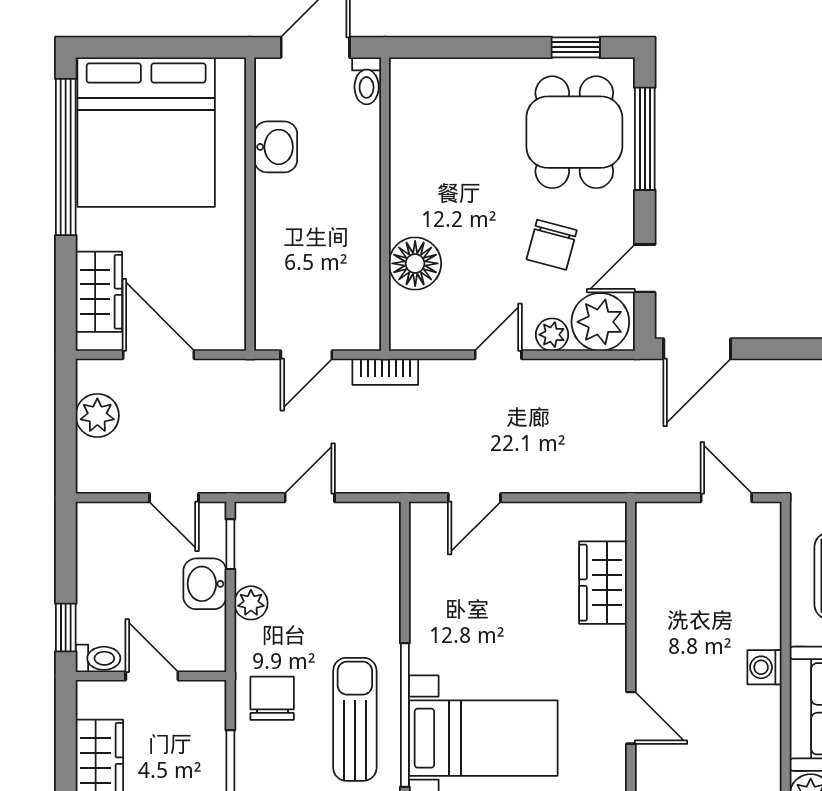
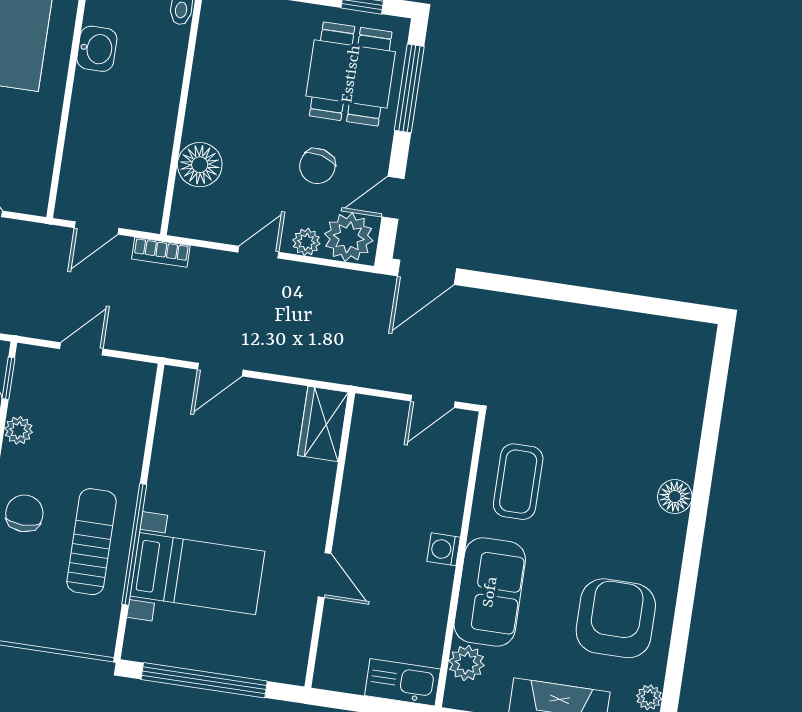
door: (726, 498) -> (433, 401), swing flipped
wardrobe: (603, 583) -> (323, 424), moved

